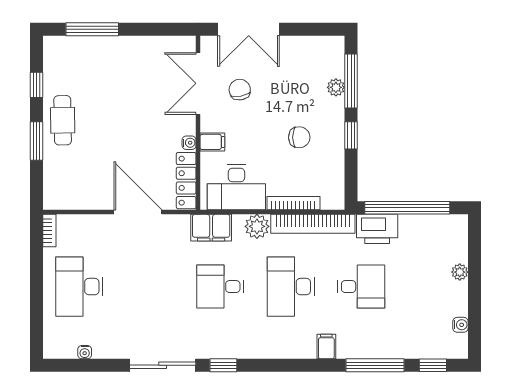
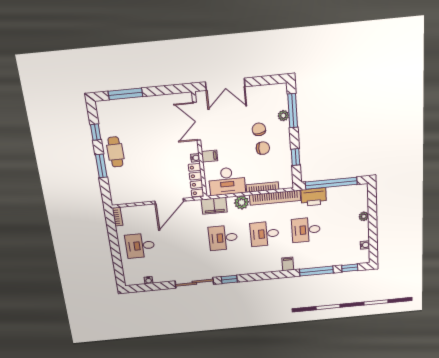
chair: (240, 90) -> (259, 129), moved
window: (351, 135) -> (296, 157), moved
door: (138, 212) -> (169, 201), swing flipped
desk: (79, 287) -> (140, 246), width x0.73
desk: (291, 287) -> (264, 234), width x0.73
desk: (361, 287) -> (306, 230), turned 180

